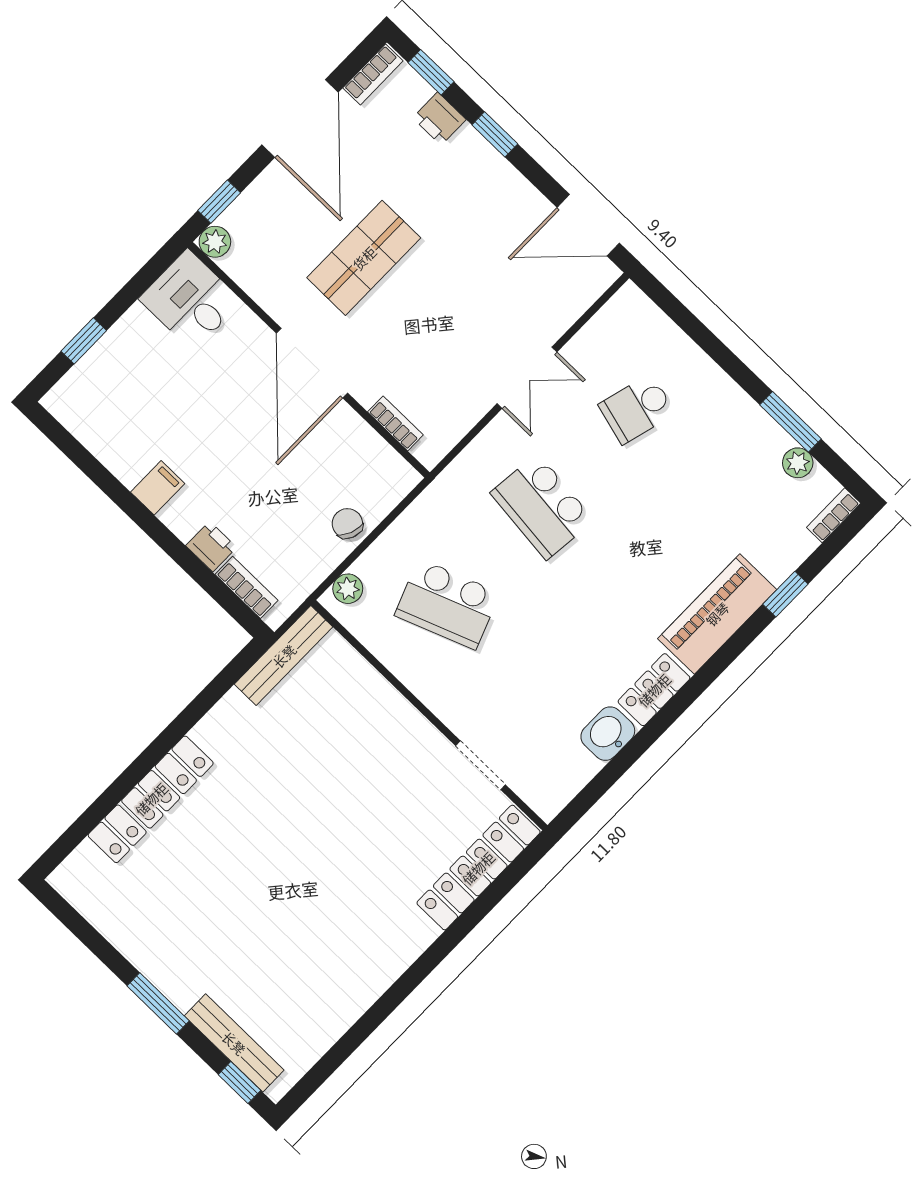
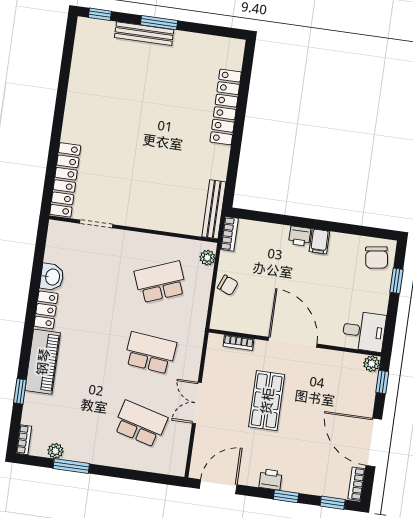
printer: (439, 119) -> (271, 479), moved
shop shelf: (364, 258) -> (267, 401), moved
chair: (88, 399) -> (377, 258), added
school desk: (637, 409) -> (140, 424), width x1.85
printer: (211, 547) -> (300, 236), moved
bookcase: (247, 587) -> (229, 234), moved, turned -90
bench: (234, 1043) -> (144, 34), moved

